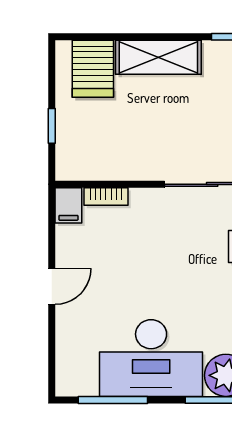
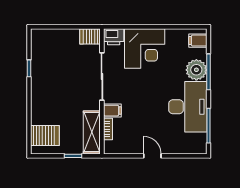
shelving: (158, 57) -> (92, 132), moved
filing cabinet: (68, 205) -> (112, 111), moved

